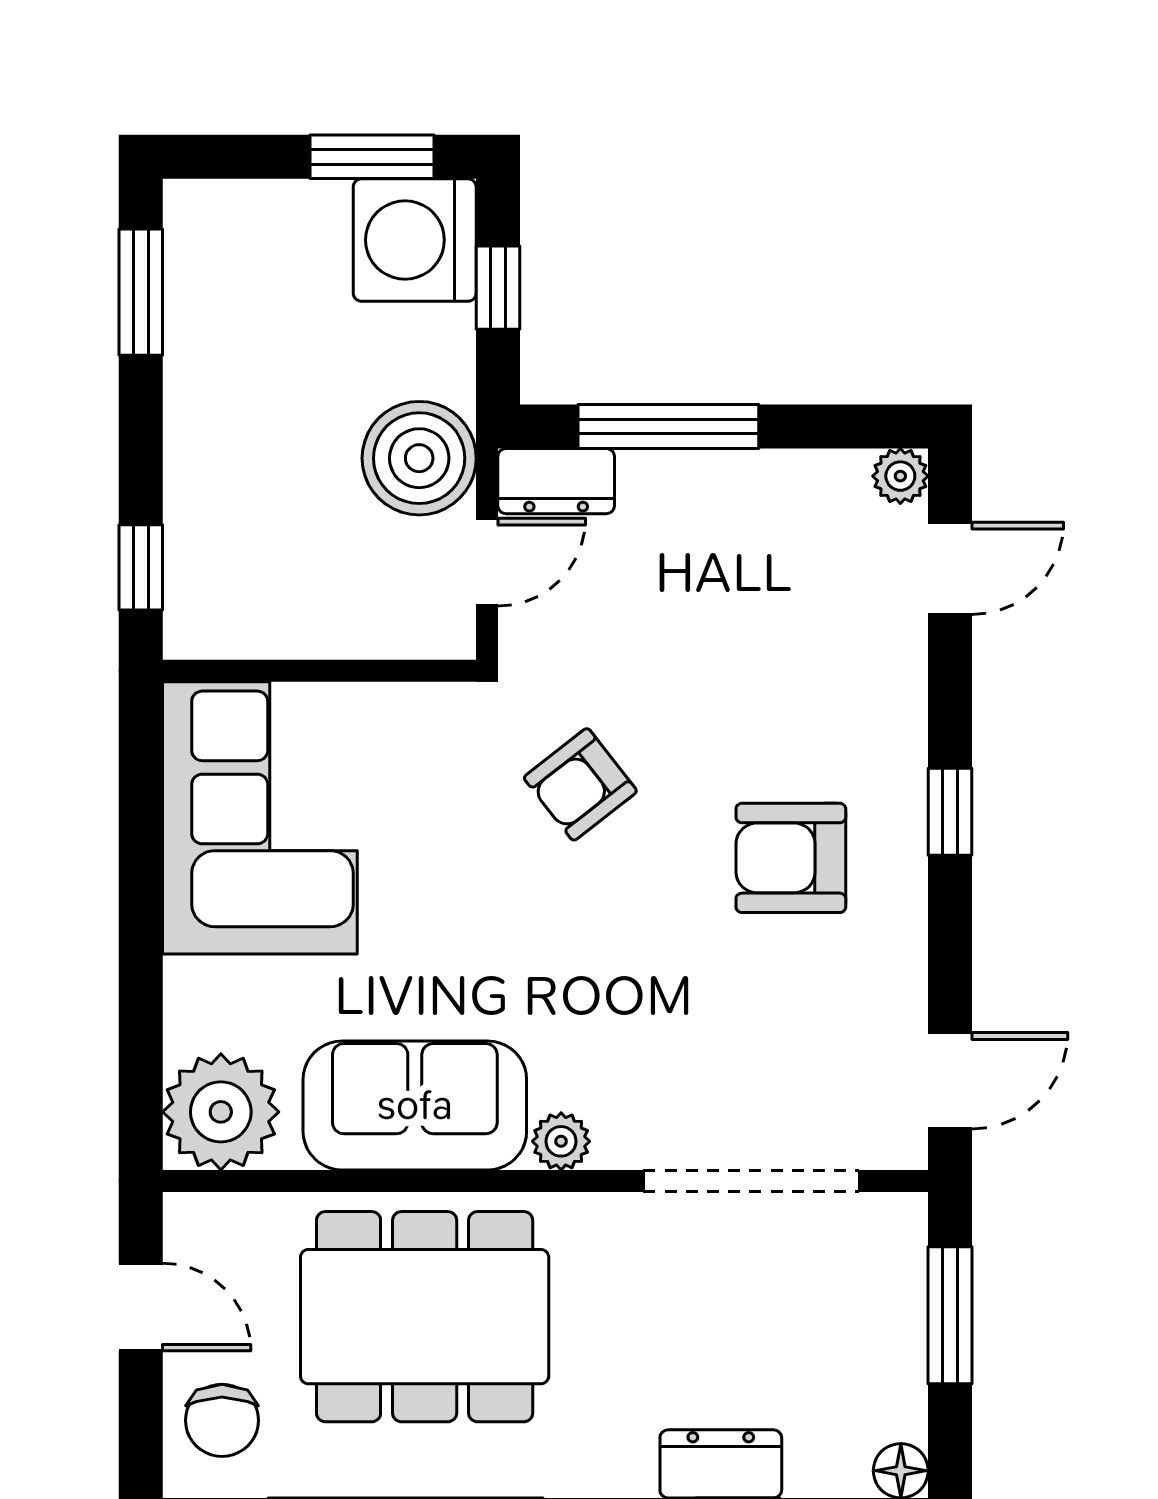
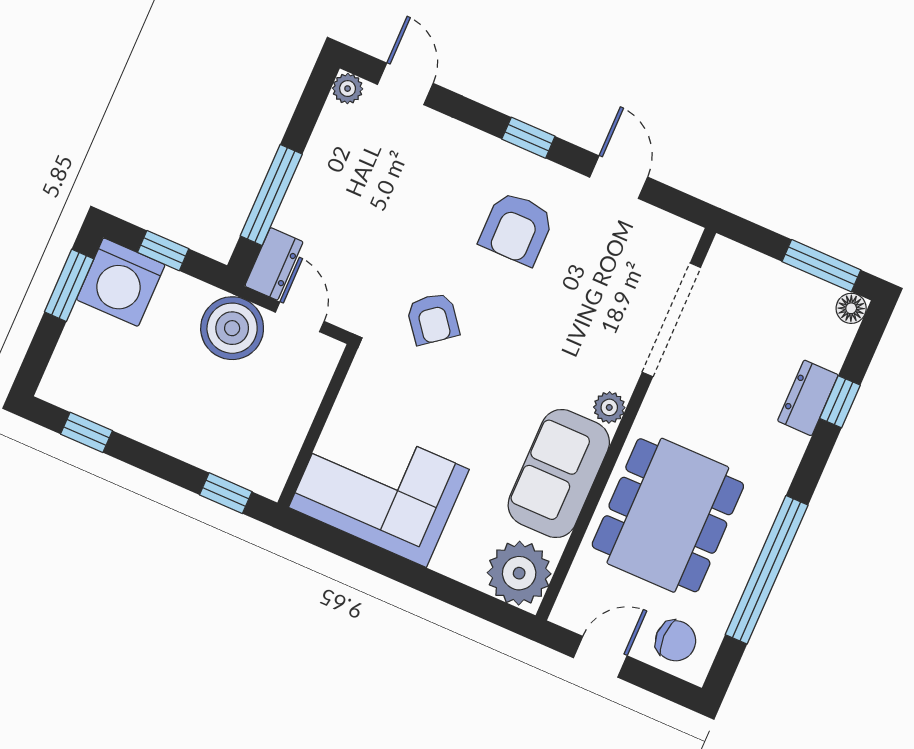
window: (141, 292) -> (87, 432), width x0.67
door: (950, 1081) -> (619, 177), moved
window: (950, 1315) -> (821, 266), moved

